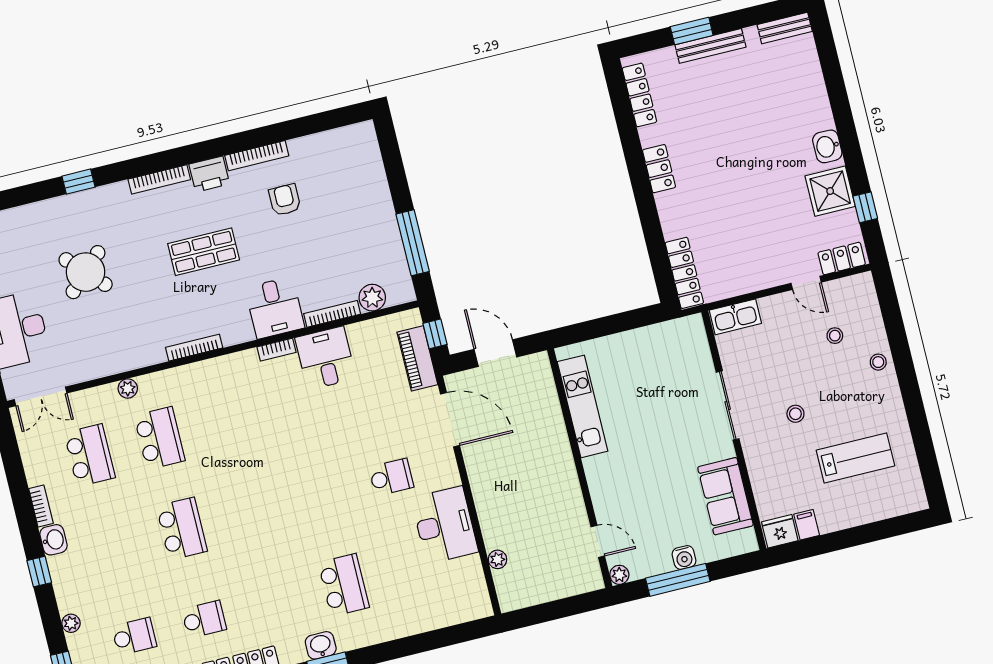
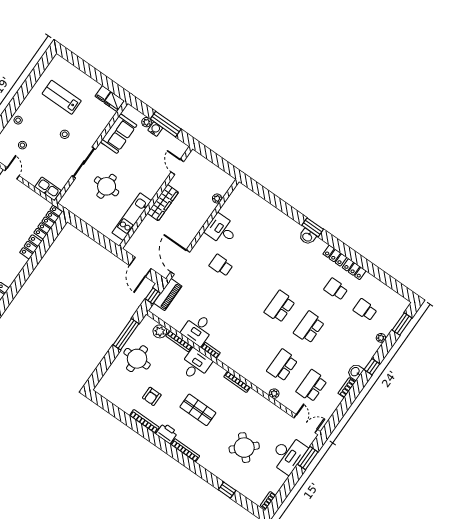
locker: (659, 169) -> (31, 247), moved
window: (79, 182) -> (227, 490), moved
round table: (361, 227) -> (137, 359), added
round table: (662, 408) -> (107, 186), added
wardrobe: (563, 472) -> (163, 203), added
desk: (445, 525) -> (222, 230), width x0.73
plant: (619, 575) -> (147, 122), moved
school desk: (344, 585) -> (280, 307), moved

